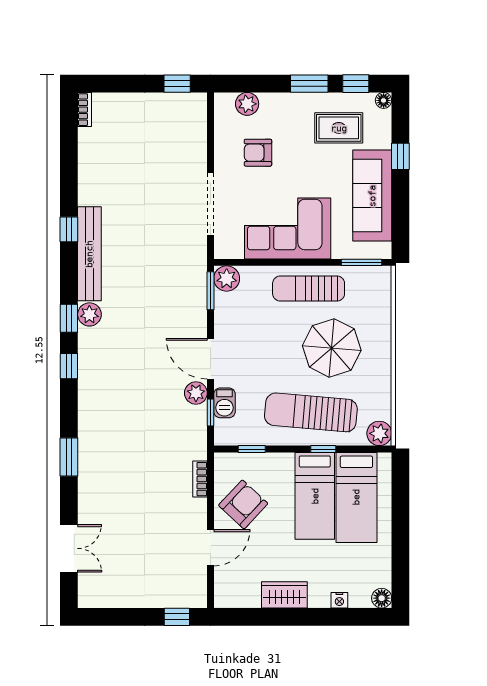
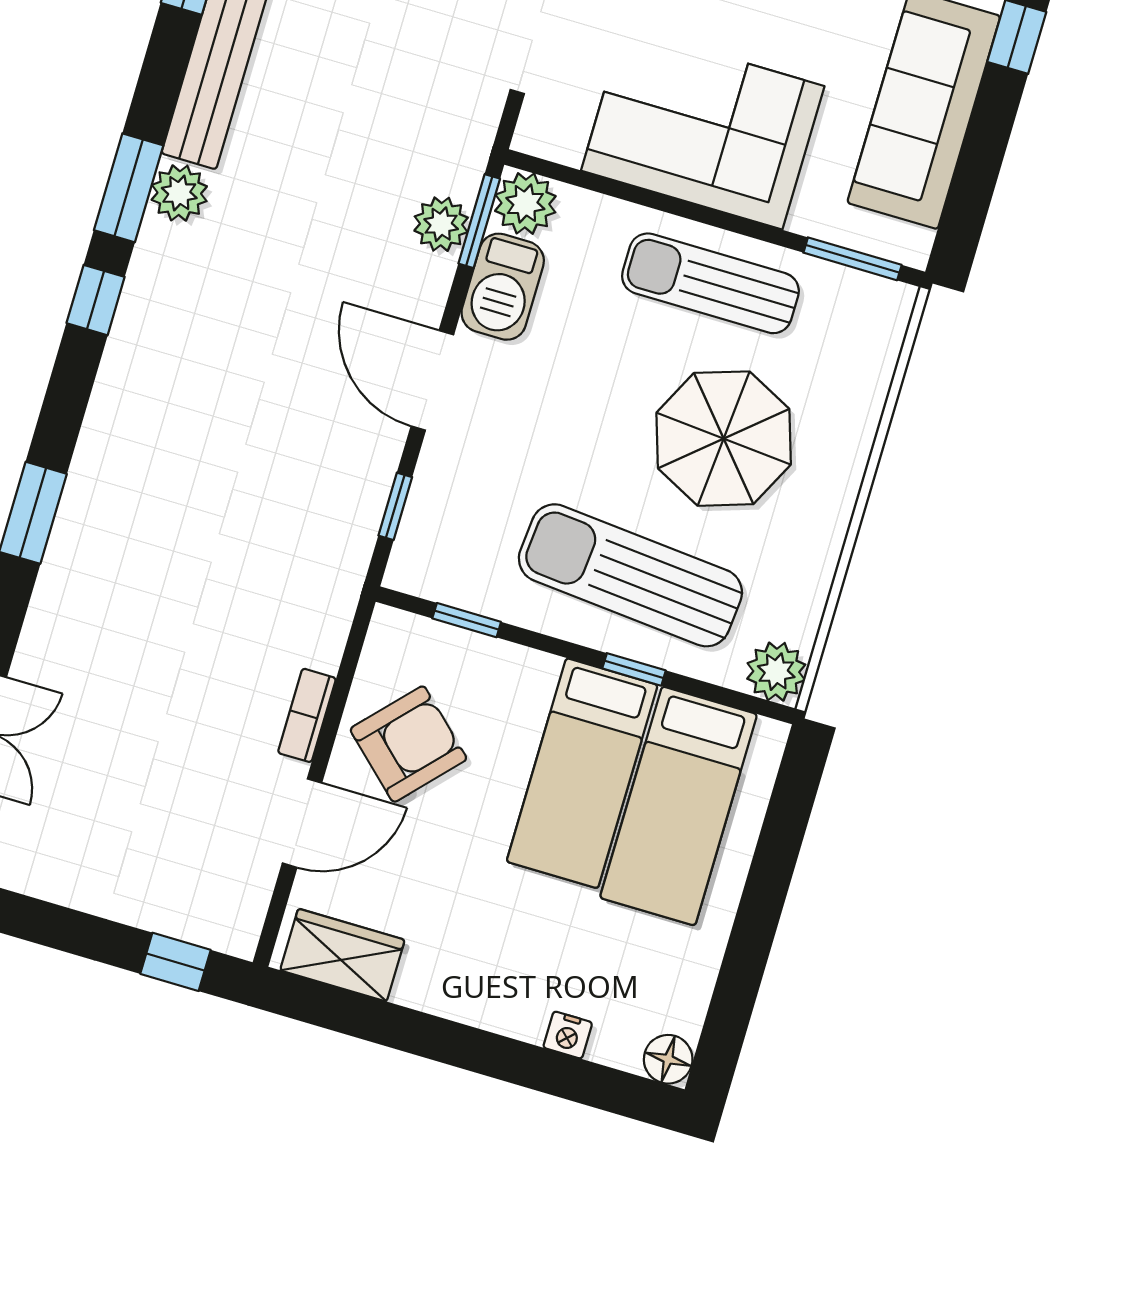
window: (69, 318) -> (129, 188), width x1.50
plant: (196, 393) -> (441, 224), moved
barbecue: (224, 403) -> (503, 287), moved, width x1.38, depth x1.27
bookcase: (200, 479) -> (307, 715), moved
wardrobe: (284, 595) -> (342, 955), moved

